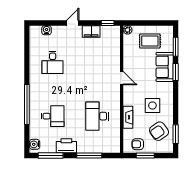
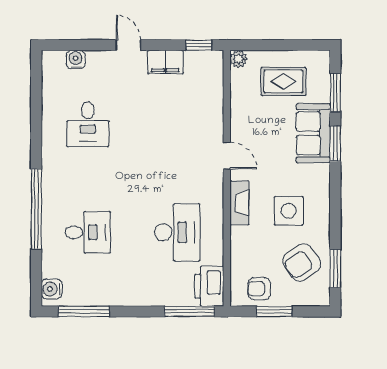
door: (73, 23) -> (128, 45), hinge flipped
desk: (97, 116) -> (177, 232), turned 180
fireplace: (128, 117) -> (239, 203), moved
printer: (66, 146) -> (209, 286), moved, turned -90
window: (89, 155) -> (189, 311), moved

